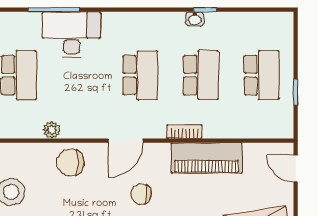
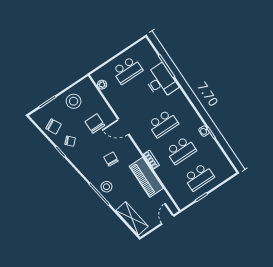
plant: (52, 130) -> (102, 85), moved
door: (126, 141) -> (123, 127), moved
chair: (70, 163) -> (95, 124), moved

